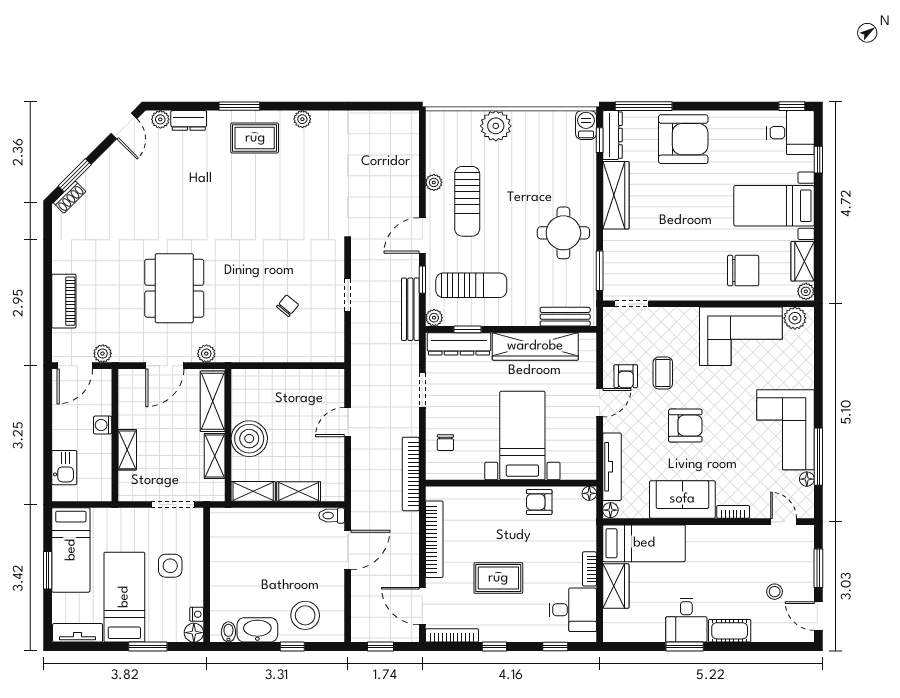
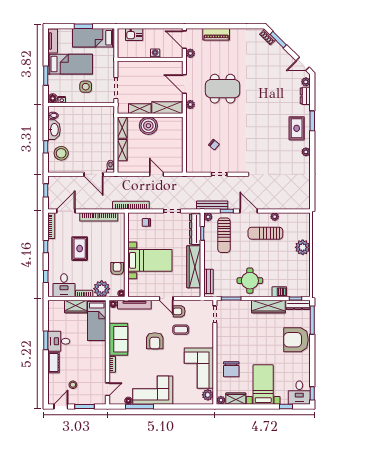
barbecue: (586, 125) -> (279, 292), moved
armchair: (683, 139) -> (296, 340), turned 90
shelving: (127, 450) -> (143, 65), removed
plant: (580, 533) -> (102, 289), added

